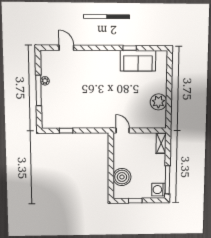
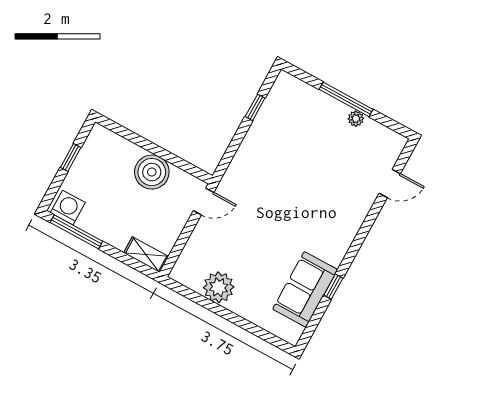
boiler: (122, 177) -> (152, 172), moved

